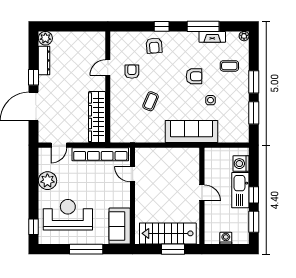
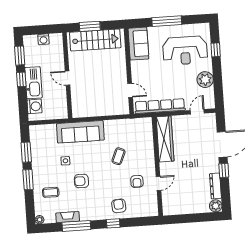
window: (34, 227) -> (216, 50), moved

